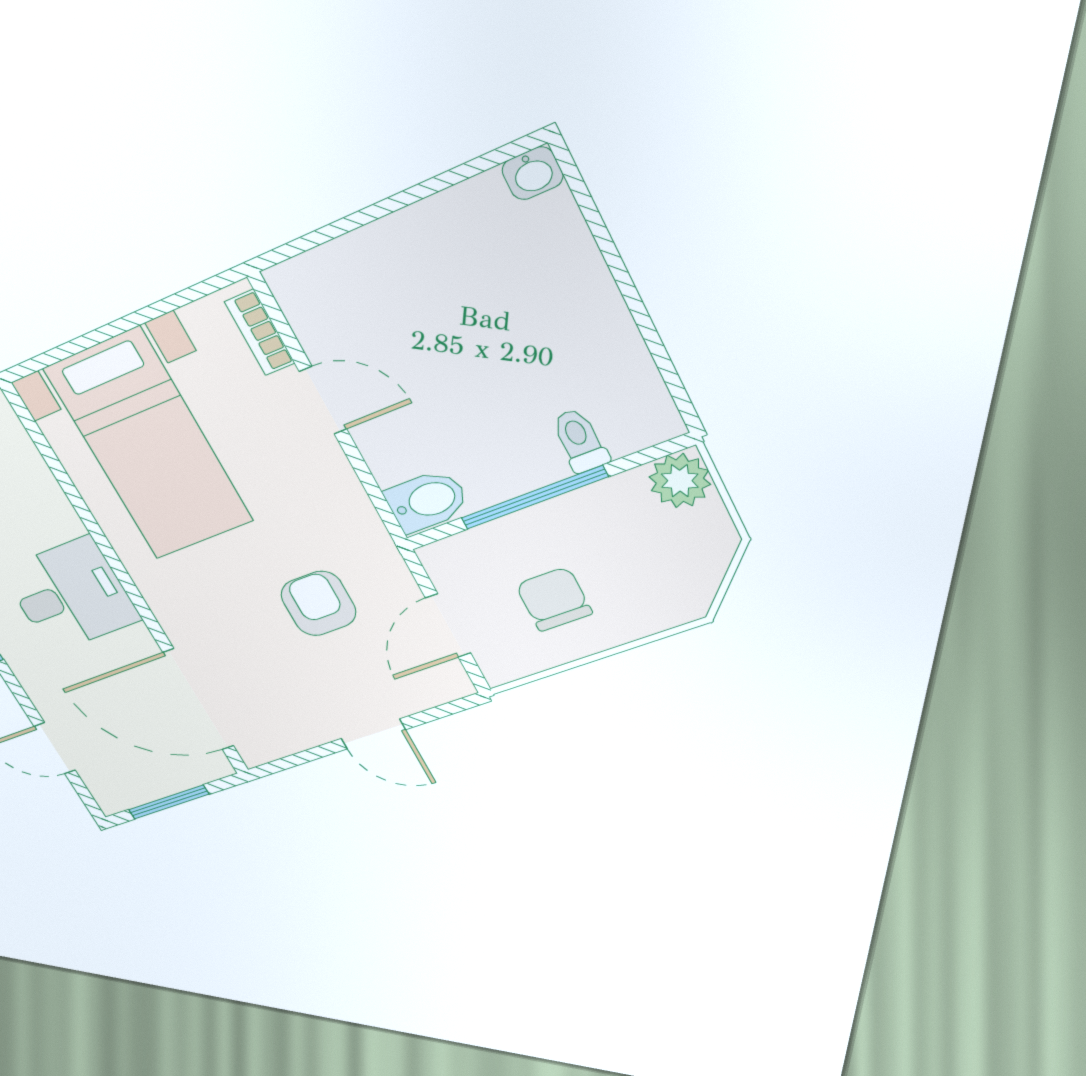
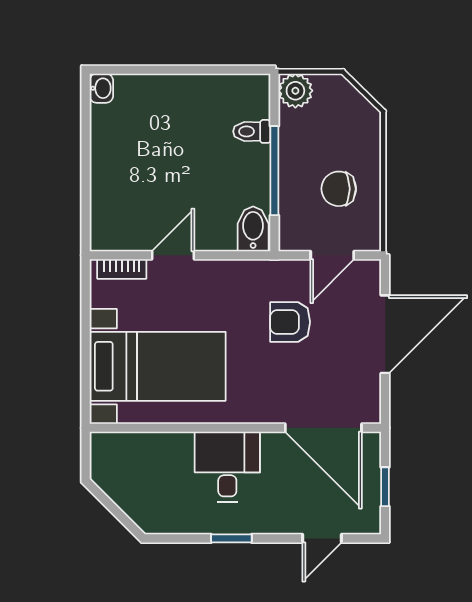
door: (448, 626) -> (332, 255), hinge flipped
door: (198, 699) -> (323, 428), hinge flipped
door: (373, 734) -> (385, 334), width x1.88
window: (169, 802) -> (385, 487), width x0.67

